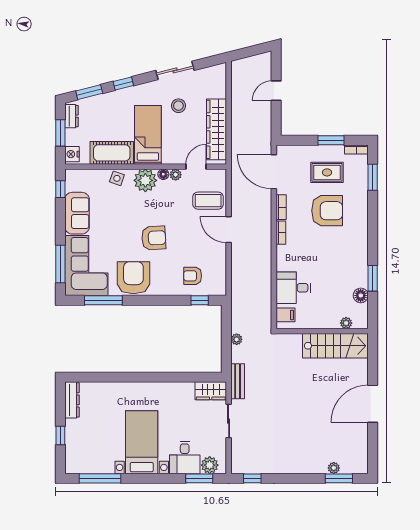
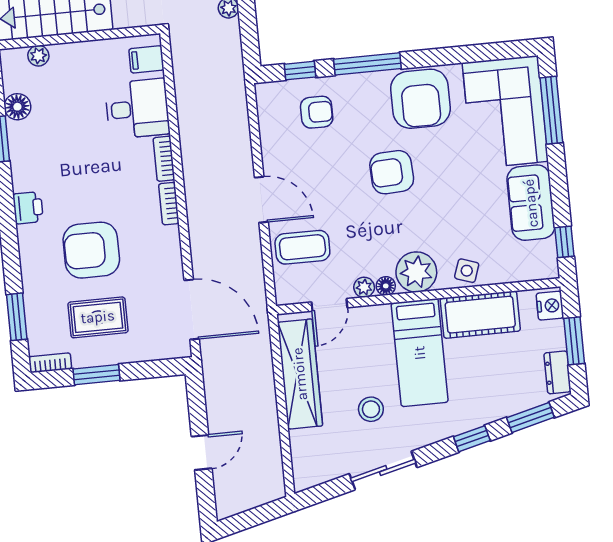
bookcase: (281, 207) -> (164, 159), moved
printer: (360, 238) -> (28, 208), added
window: (103, 300) -> (367, 64), moved

